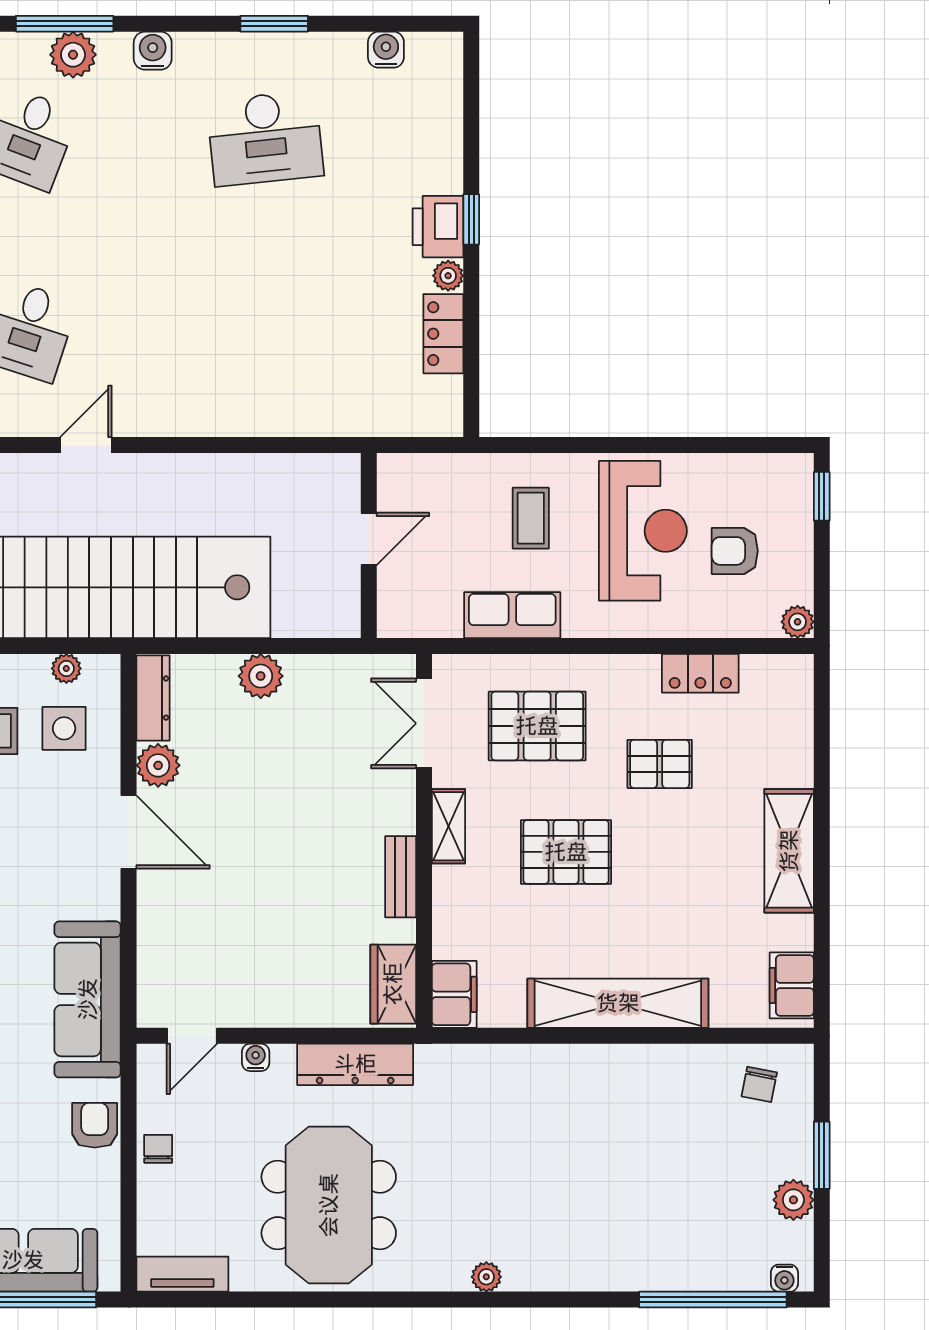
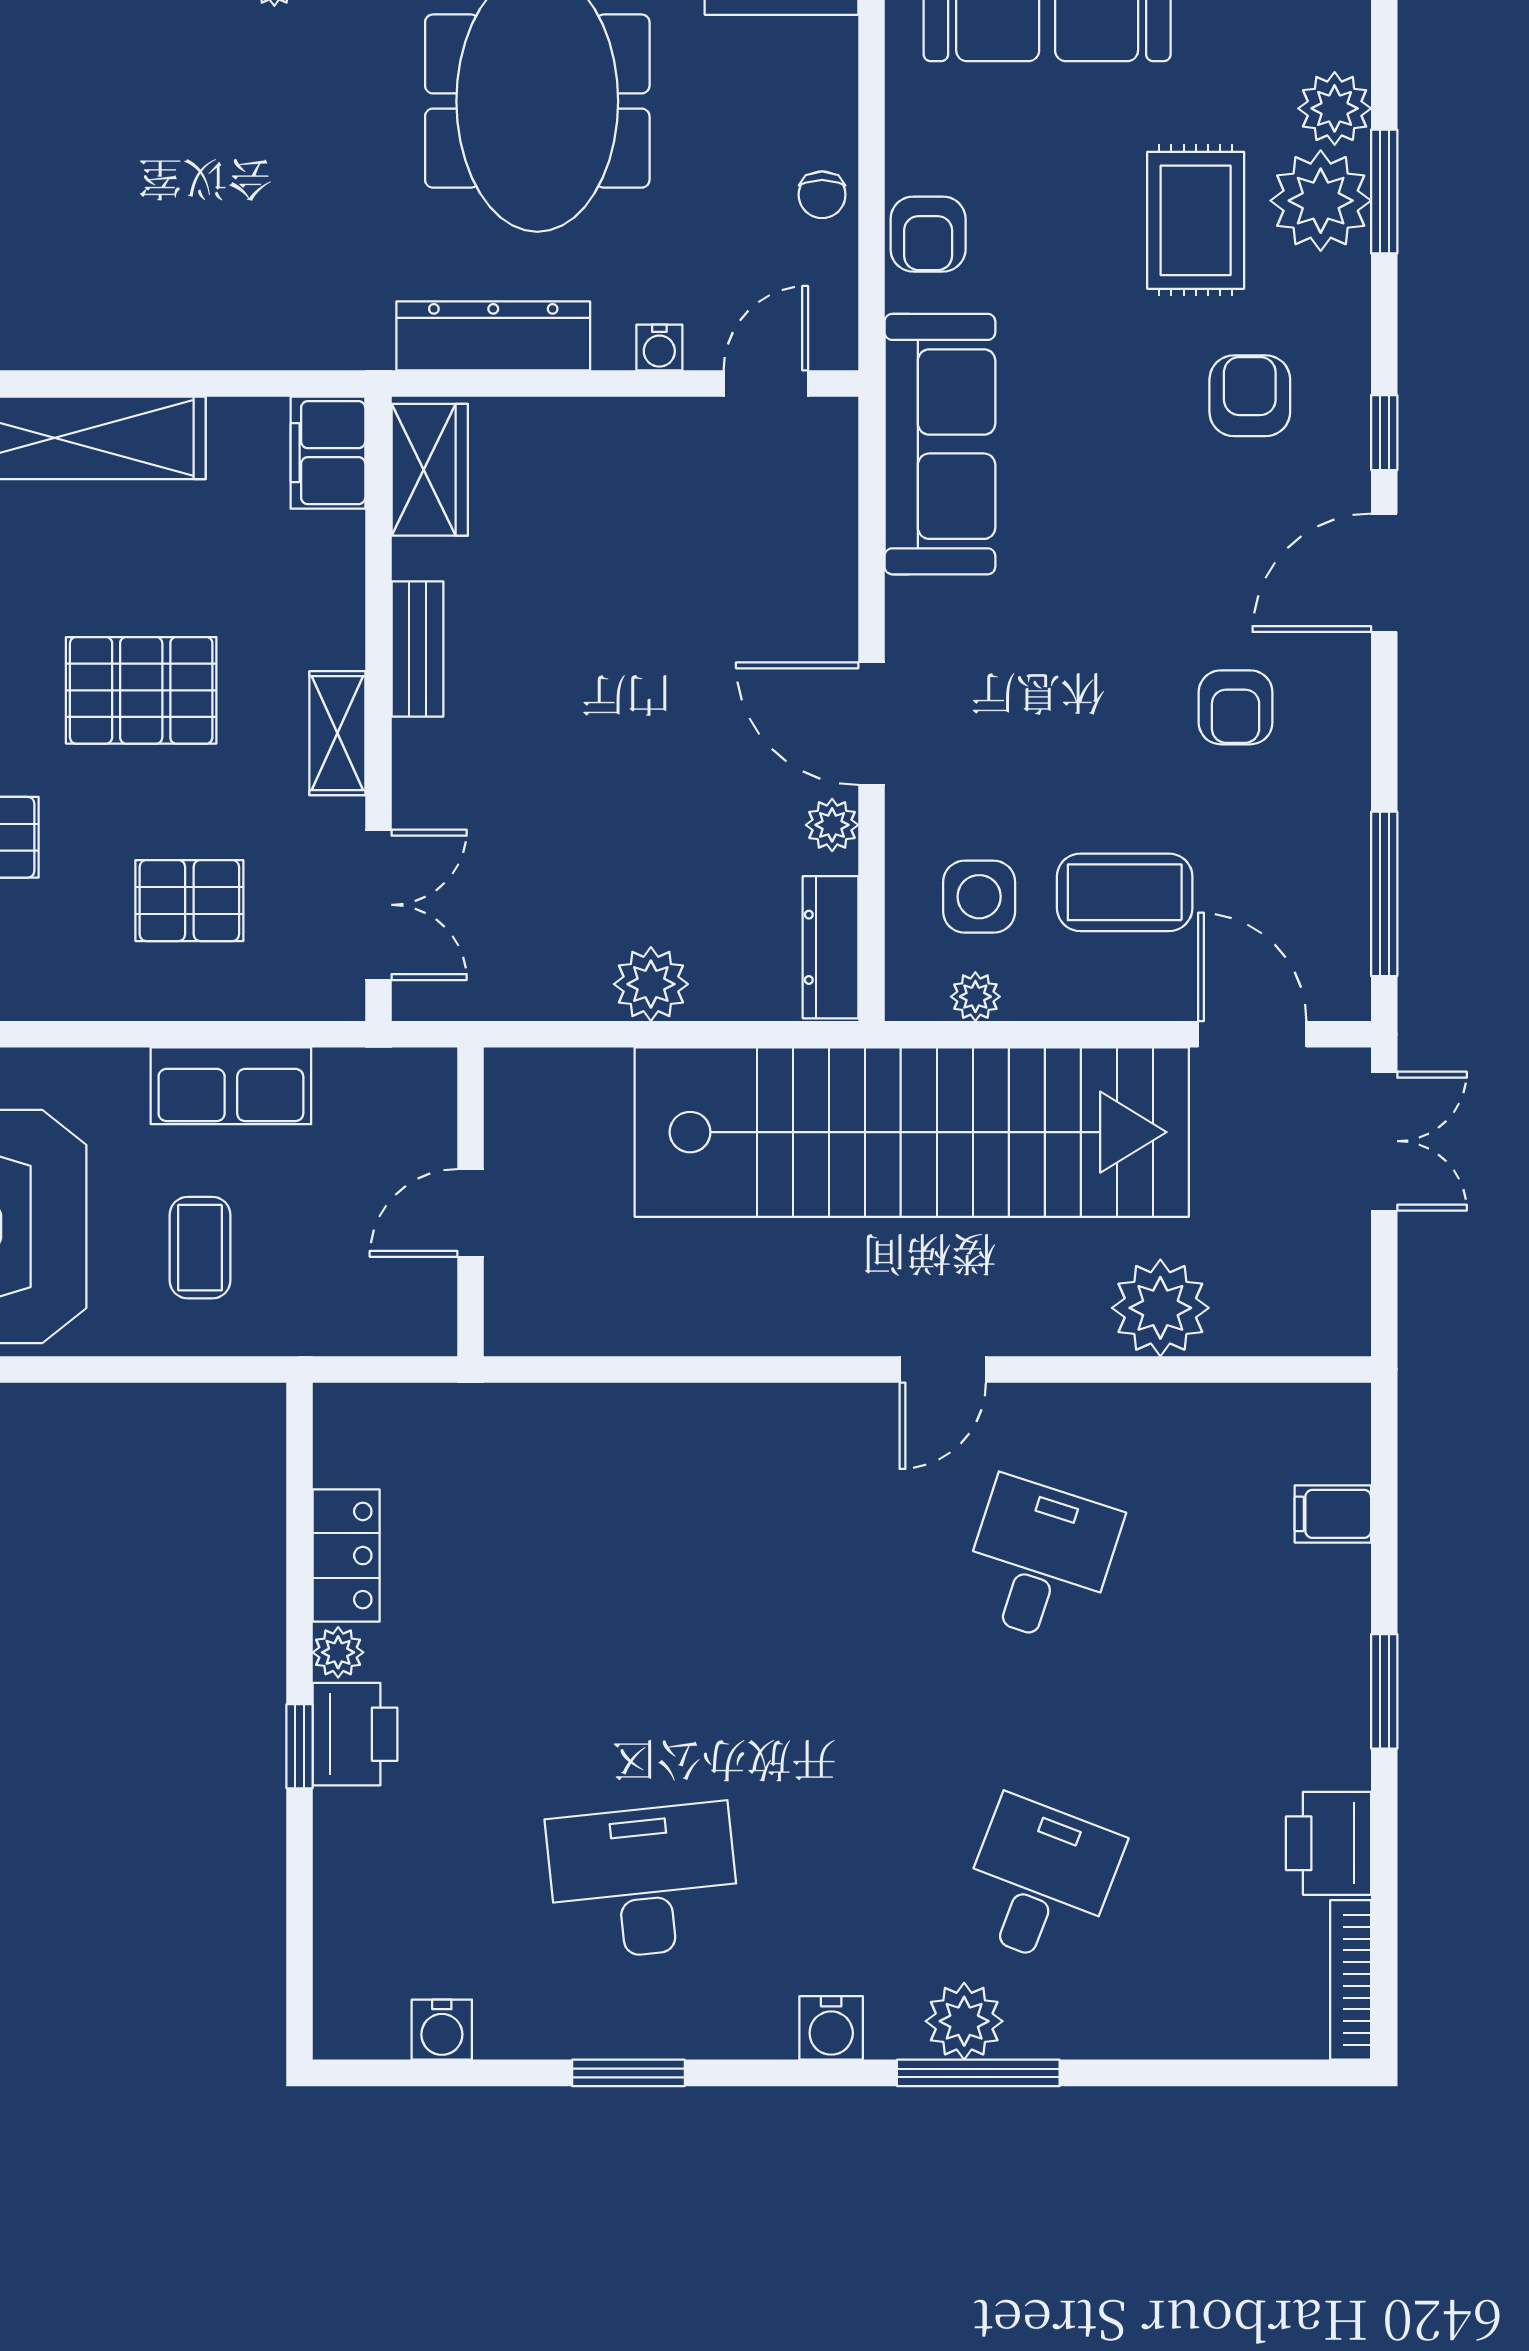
pallet: (537, 726) -> (189, 901), width x0.67, depth x0.71
plant: (158, 765) -> (832, 825), width x0.73, depth x0.73

